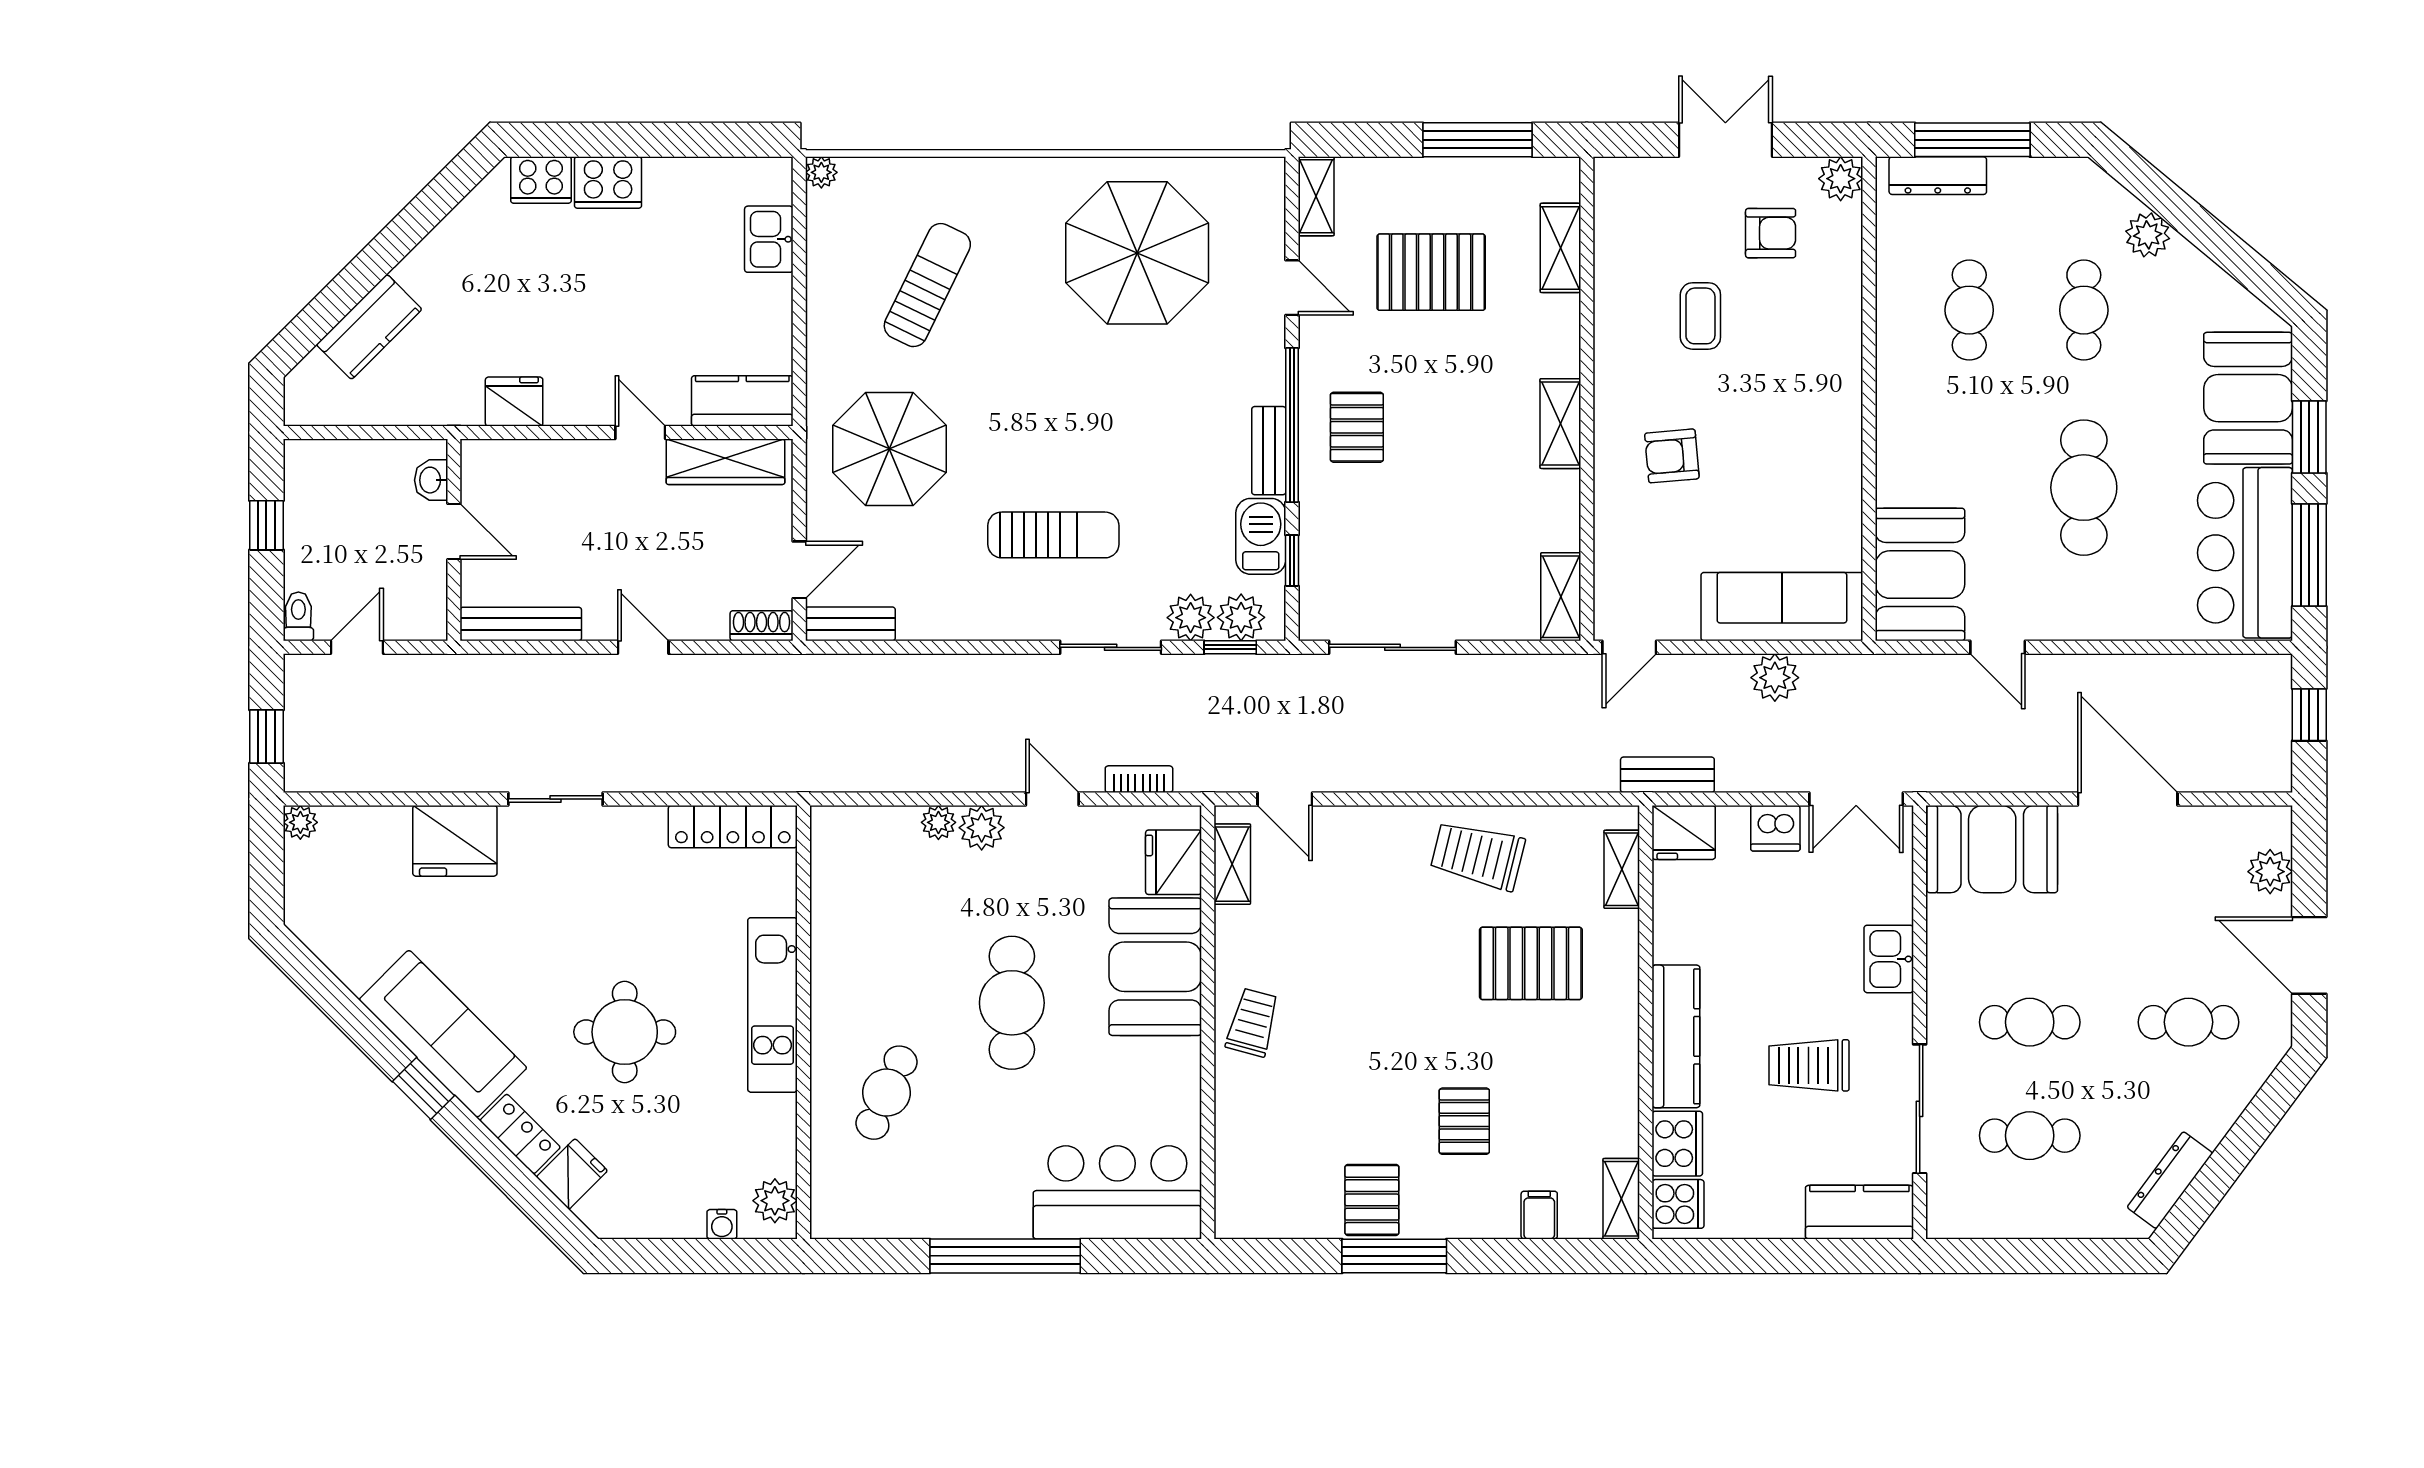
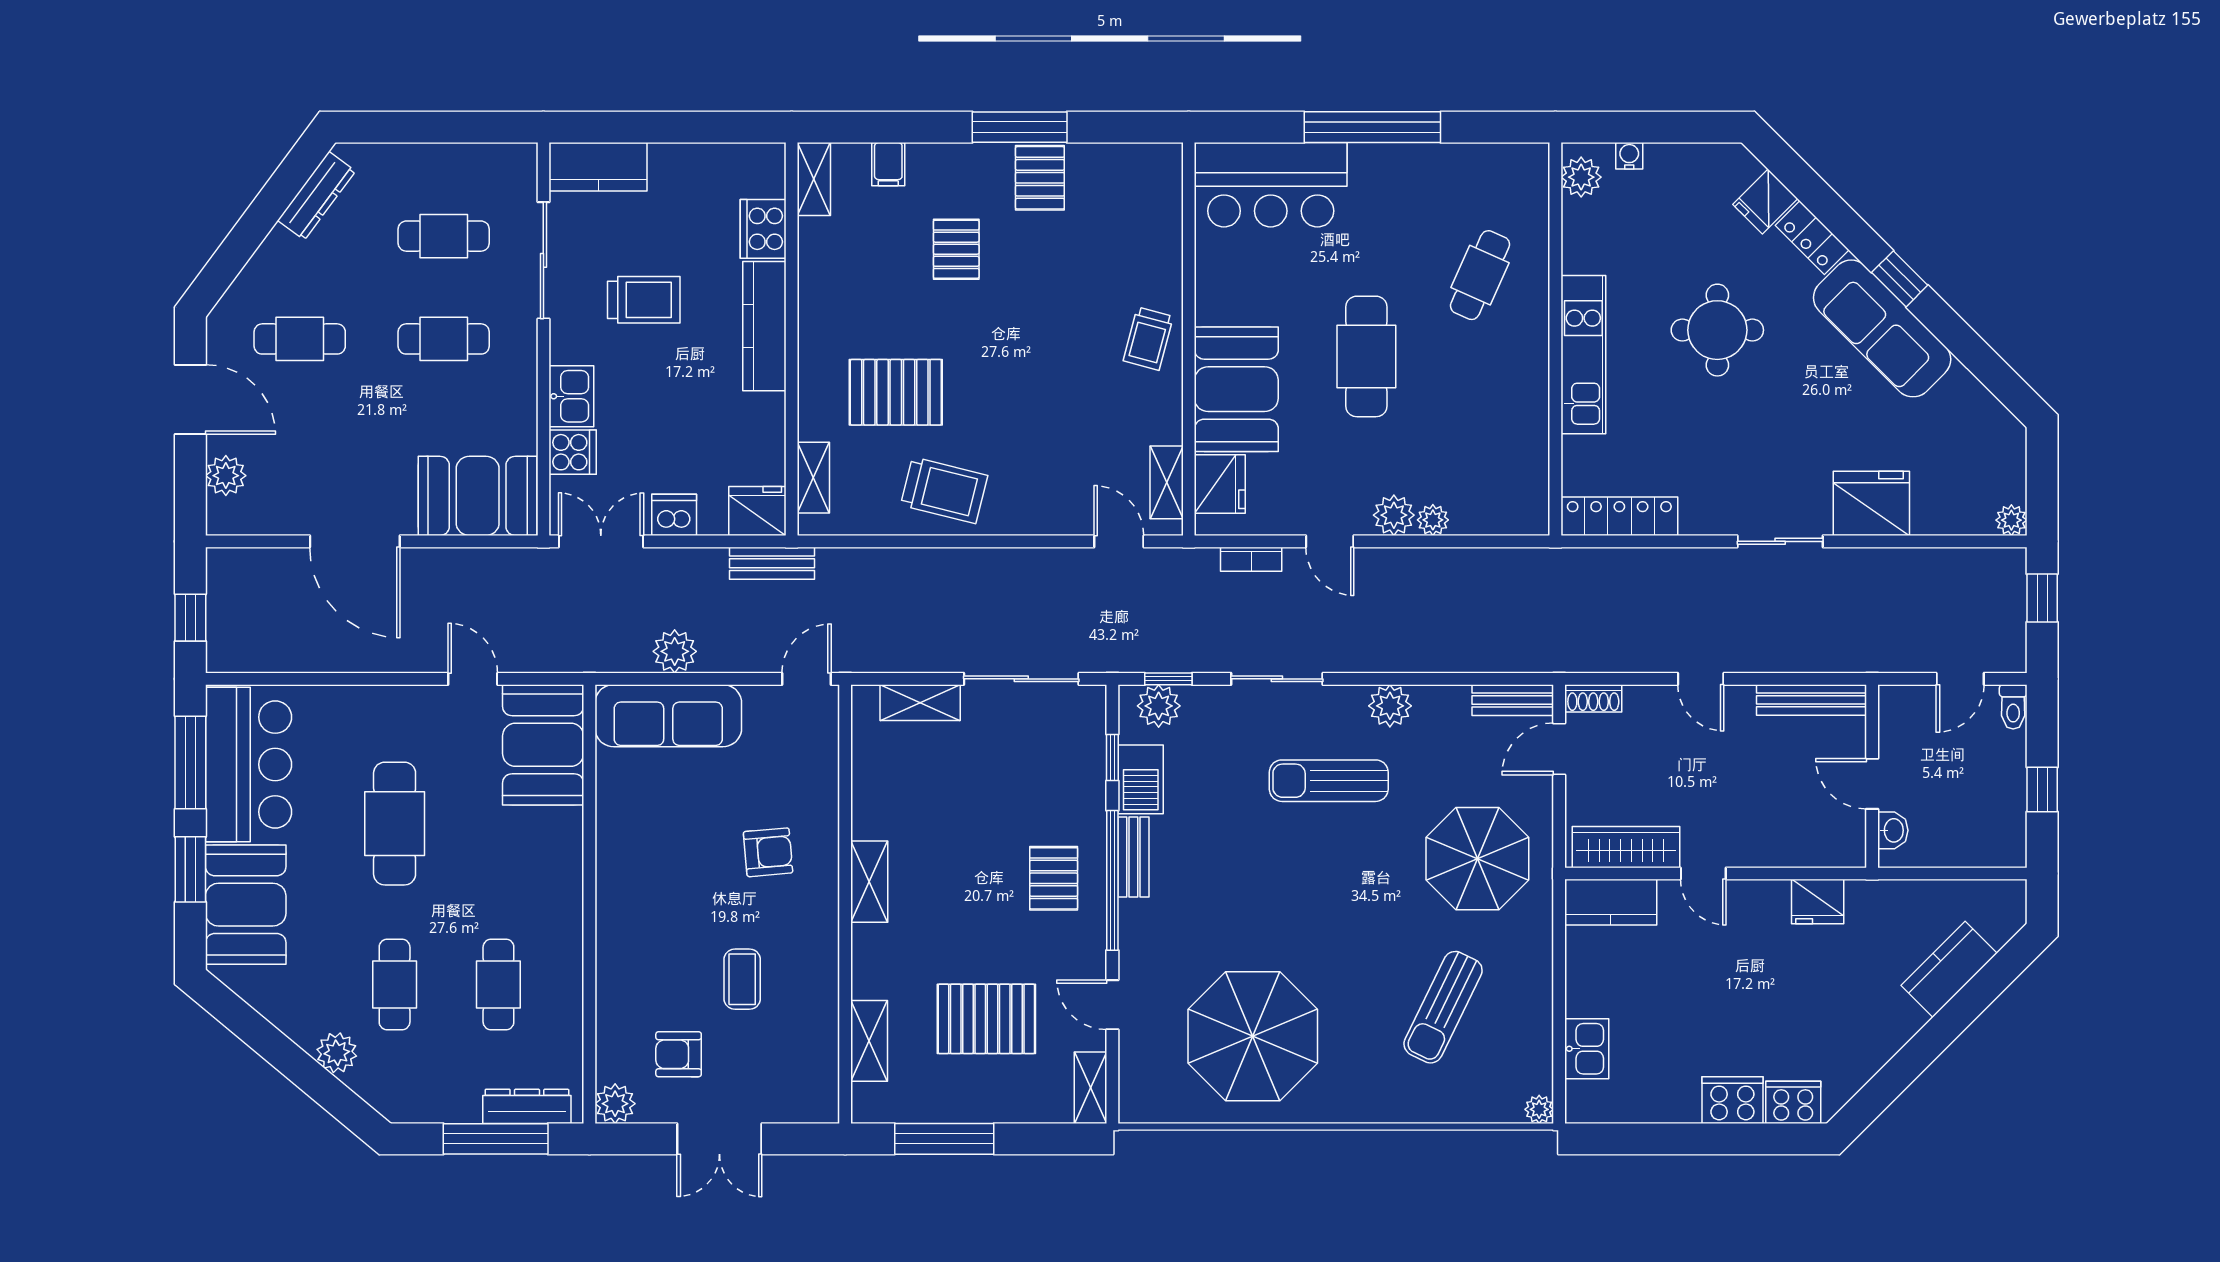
shelving: (1561, 597) -> (920, 703), moved, turned 90
plant: (1191, 618) -> (1390, 706), moved
cooker: (1678, 1204) -> (573, 452), moved, turned 180

